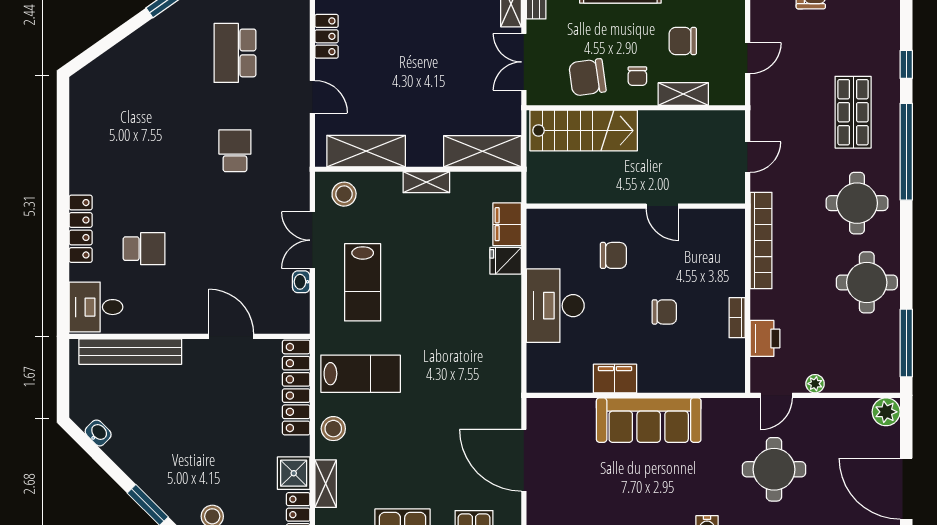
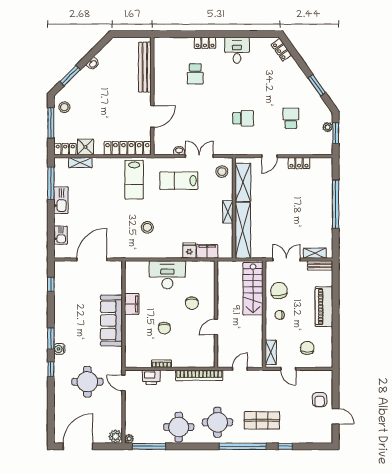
chair: (683, 41) -> (307, 348), moved
school desk: (235, 53) -> (291, 118), width x0.54
locker: (95, 72) -> (281, 50), added
shelving: (683, 94) -> (271, 352), moved
shelving: (482, 151) -> (243, 230), width x1.47
door: (748, 157) -> (240, 369), swing flipped
locker: (81, 229) -> (205, 43), width x0.66
desk: (96, 307) -> (237, 50), moved
plant: (815, 384) -> (129, 439), moved
stool: (333, 429) -> (147, 227), moved
washbasin: (98, 433) -> (93, 64), moved

